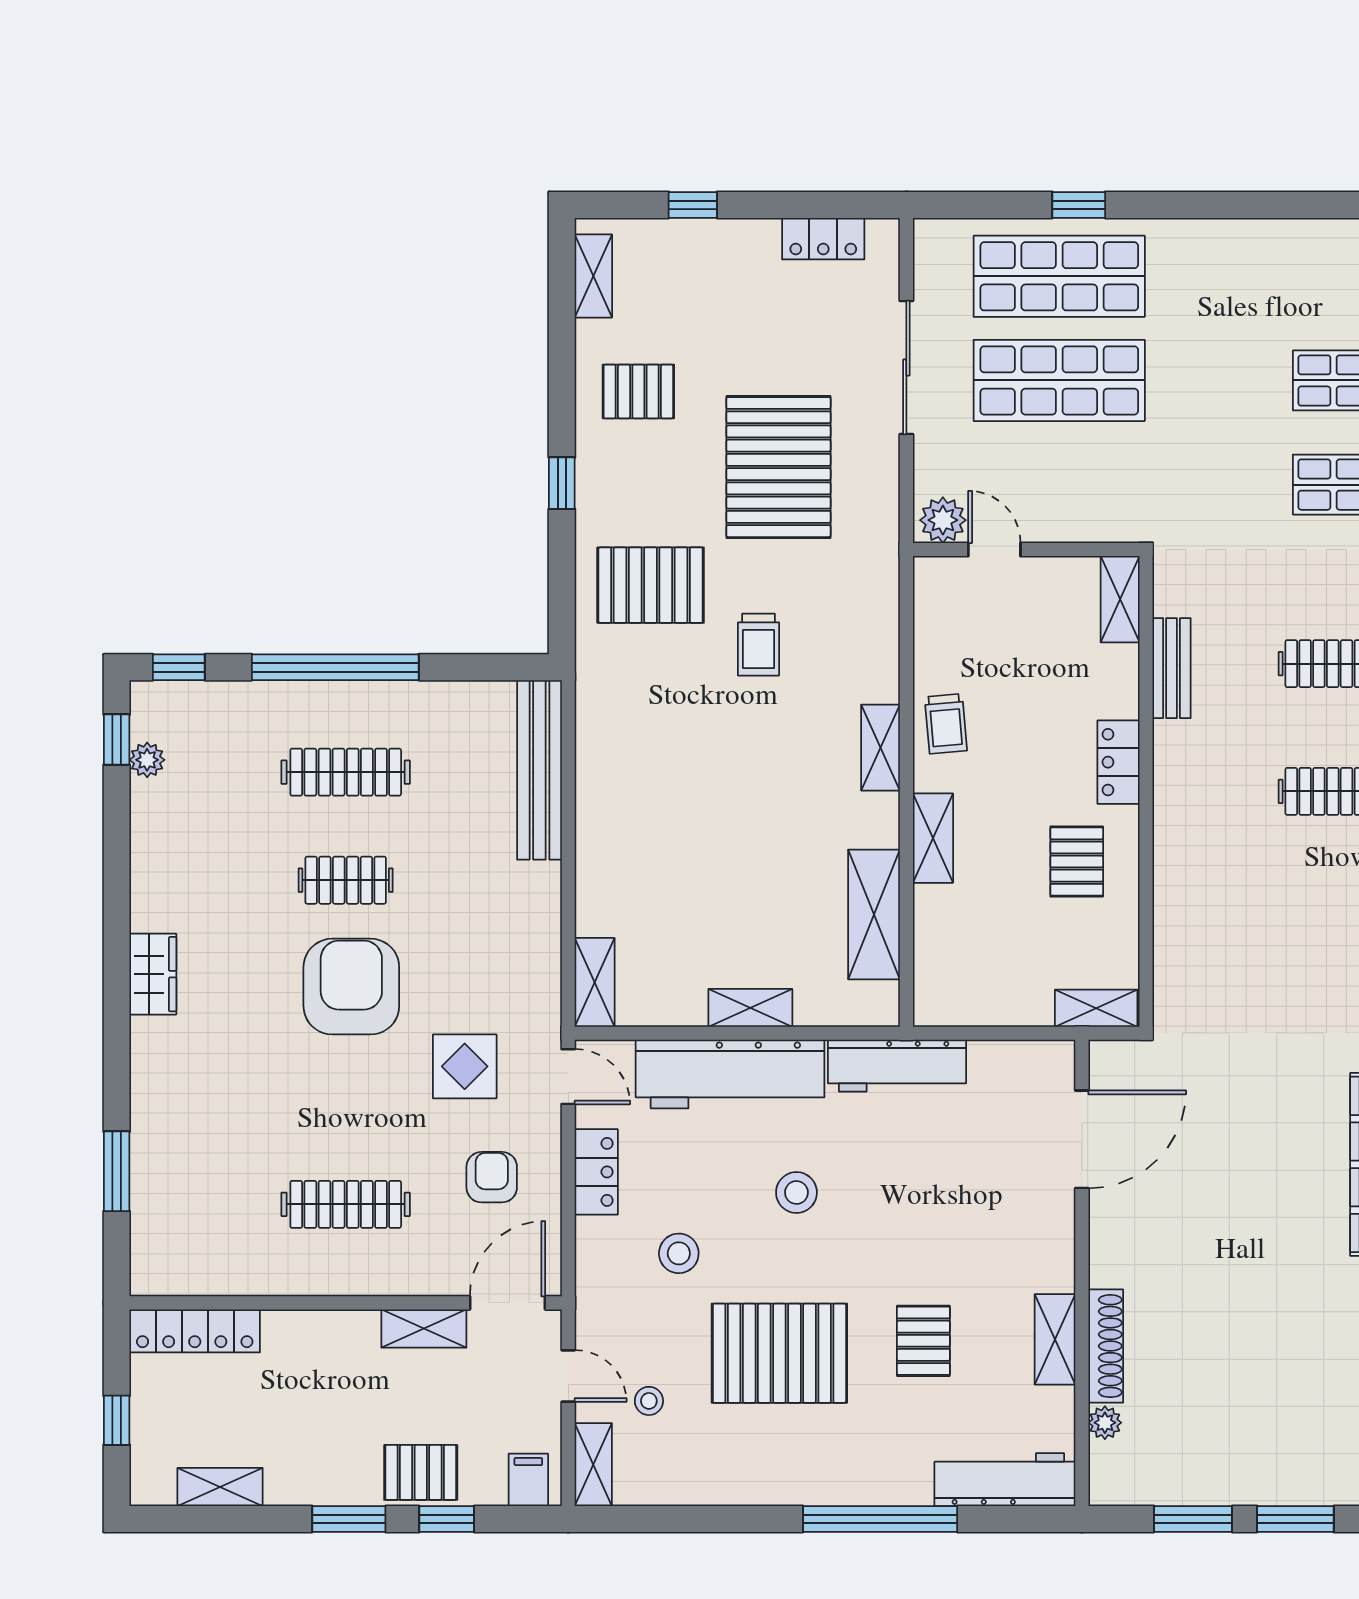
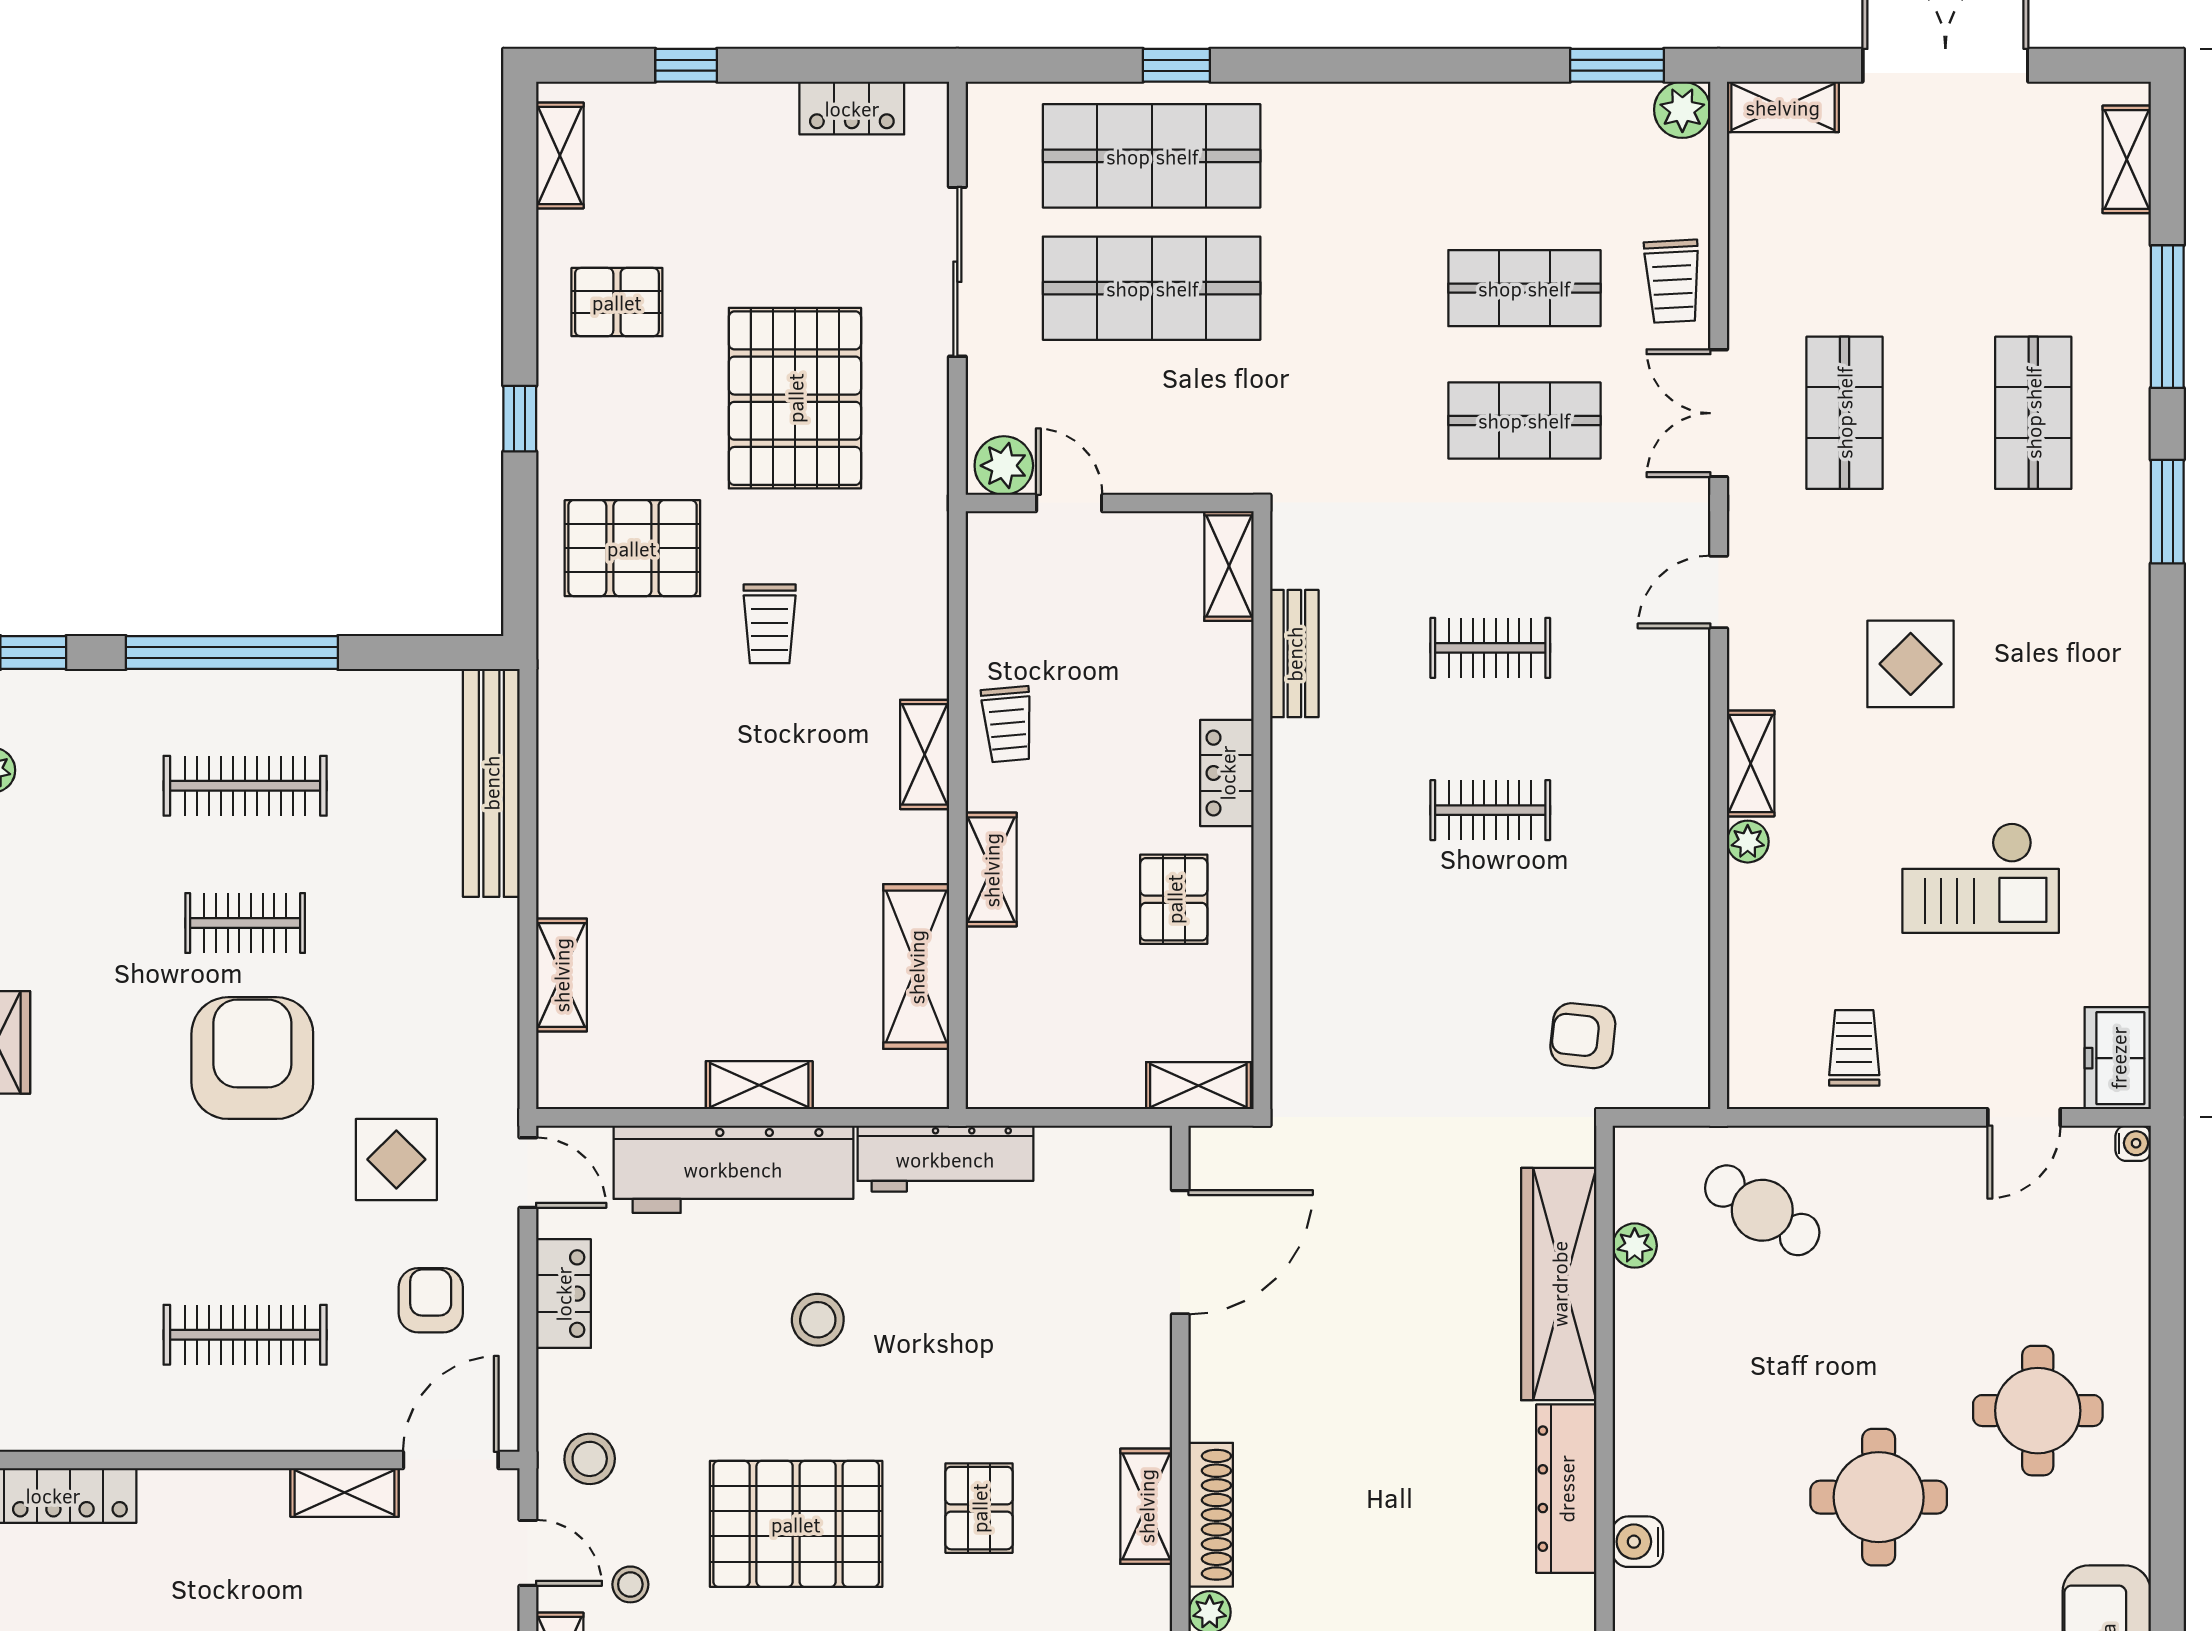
shelving: (595, 982) -> (561, 975), moved
stool: (679, 1253) -> (590, 1459), moved

